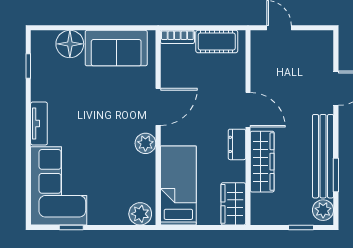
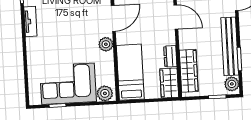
tv unit: (39, 124) -> (30, 21), moved
dresser: (237, 144) -> (170, 56), moved
wardrobe: (262, 162) -> (189, 71), moved
corner sofa: (59, 186) -> (68, 84), moved, turned -90

